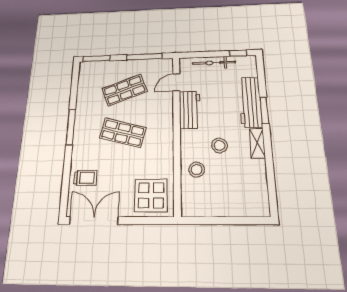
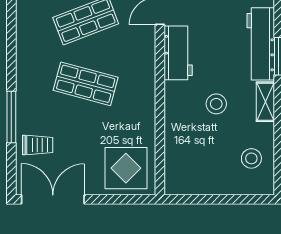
window: (71, 127) -> (11, 117), moved
stool: (197, 170) -> (251, 158), moved

